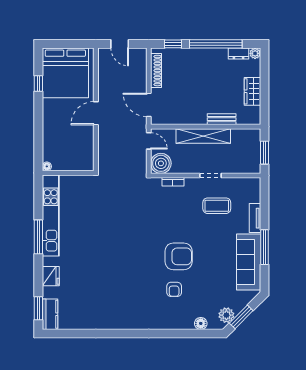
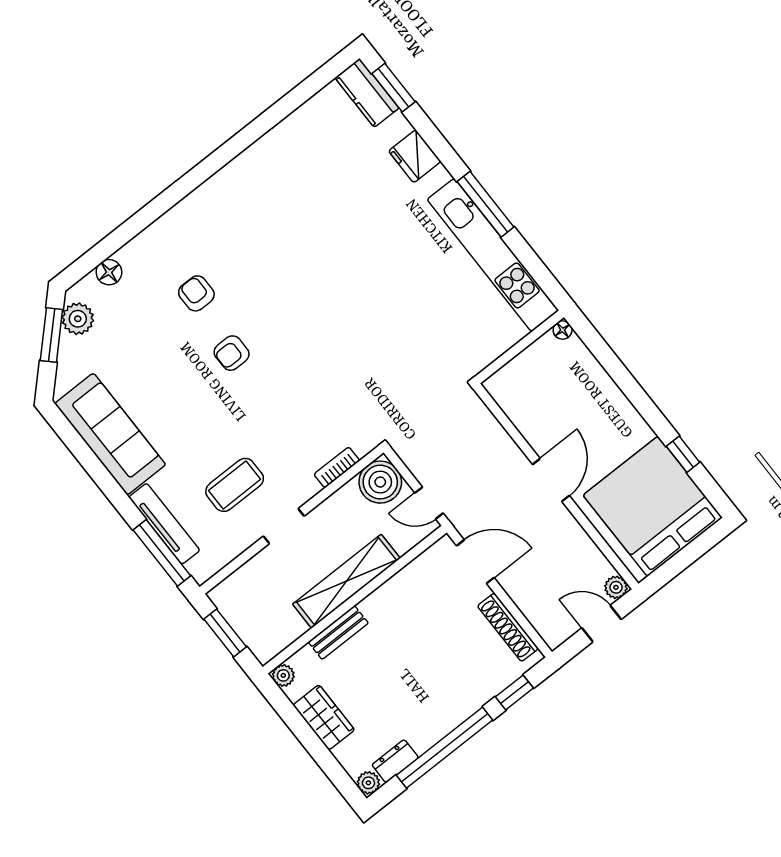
plant: (103, 53) -> (616, 587), added
plant: (255, 119) -> (283, 675), added
tv unit: (255, 218) -> (164, 524), width x1.41
window: (264, 247) -> (162, 553), moved
armchair: (179, 256) -> (232, 353), width x0.53, depth x0.53

